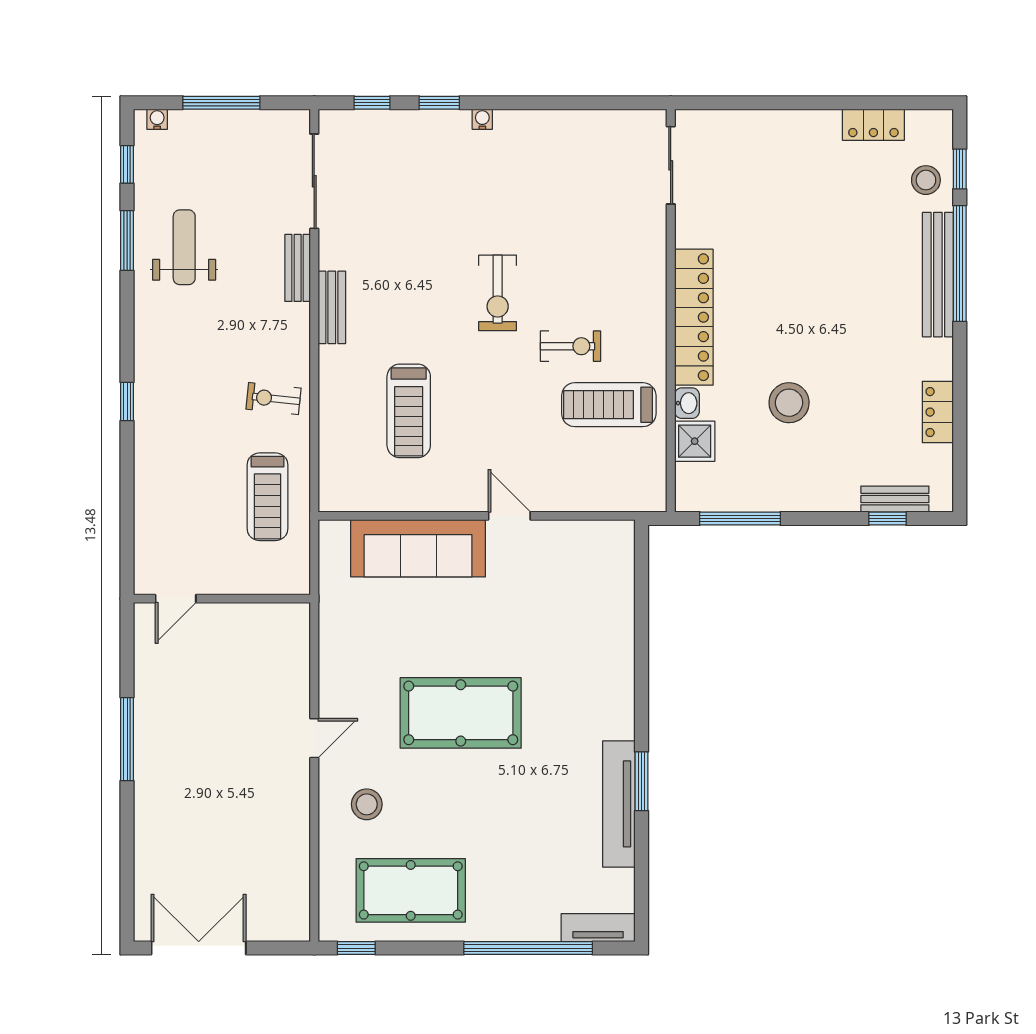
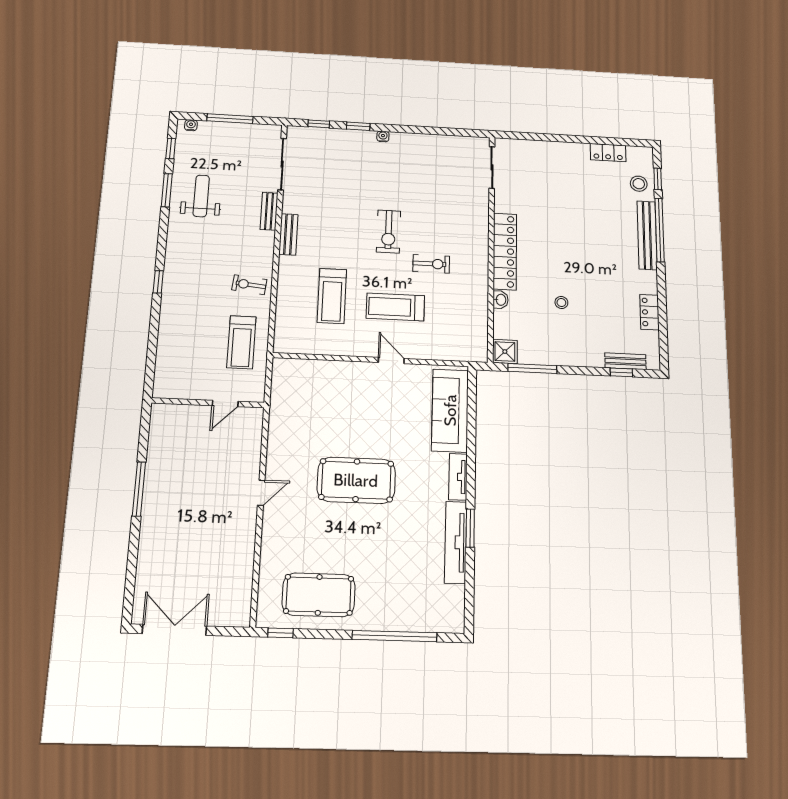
stool: (789, 403) -> (561, 302), width x0.53, depth x0.53
treadmill: (609, 405) -> (395, 307), moved
shower: (695, 441) -> (505, 352), moved
sofa: (418, 548) -> (450, 410), moved, turned 90
door: (176, 599) -> (225, 403), moved
stool: (367, 804) -> (293, 537), removed
tv unit: (598, 928) -> (458, 477), moved, turned -90

